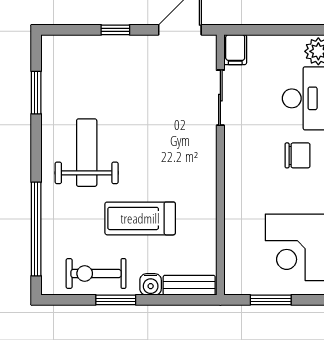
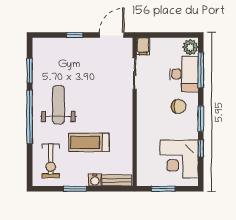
window: (36, 229) -> (30, 117), moved
exercise bike: (96, 274) -> (51, 161), moved, turned -90

